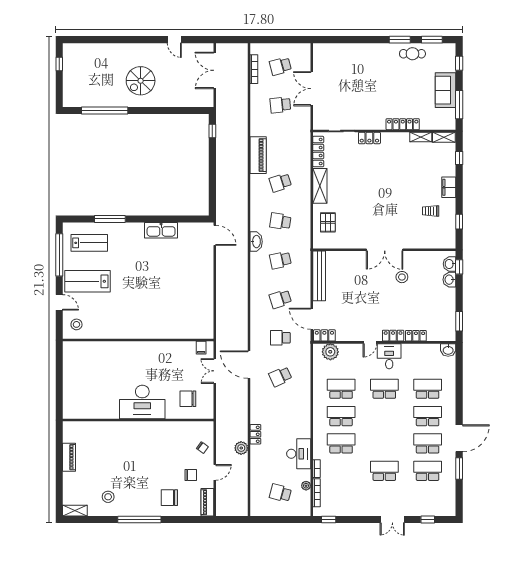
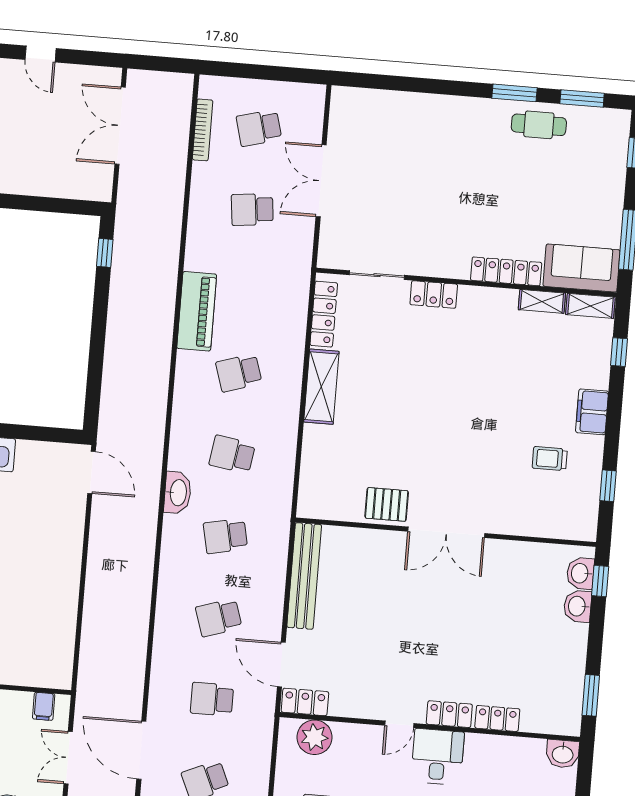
sofa: (446, 90) -> (582, 268), moved, turned 90
pallet: (328, 222) -> (387, 504), moved, turned 90
stool: (402, 277) -> (478, 592), removed

